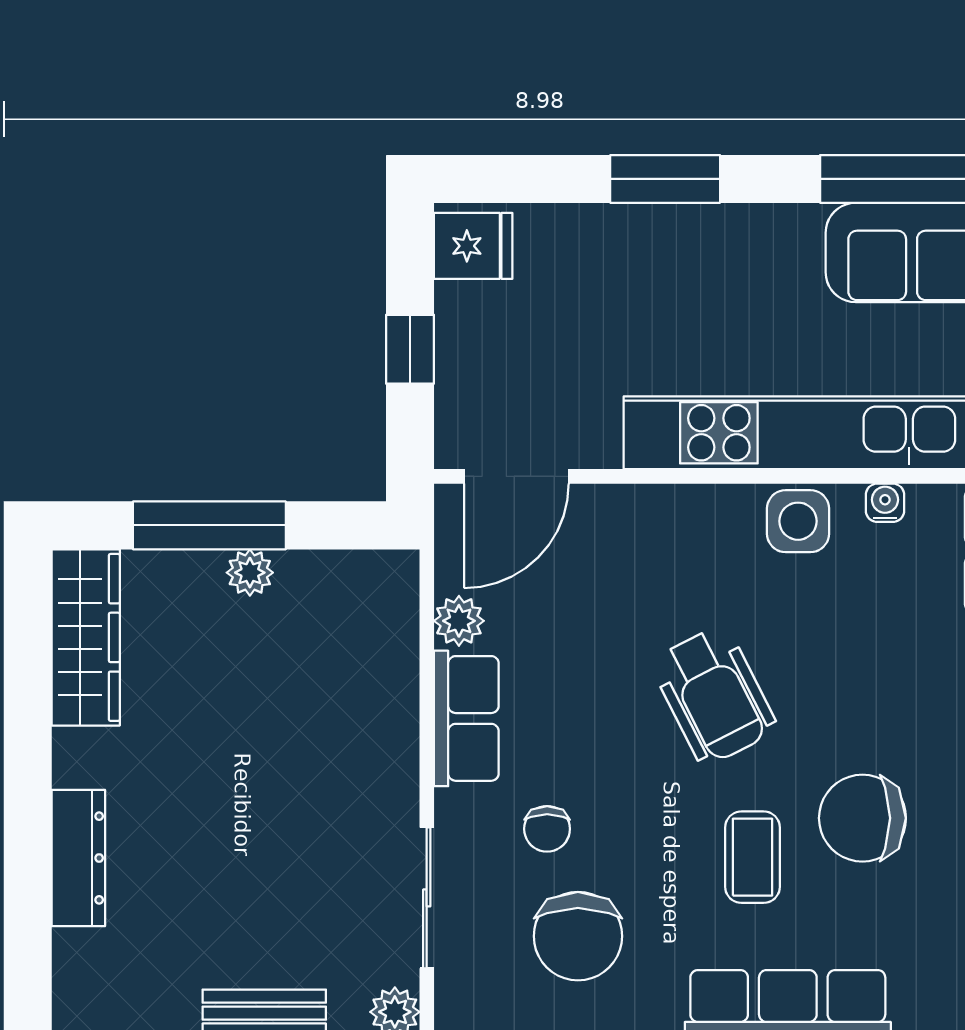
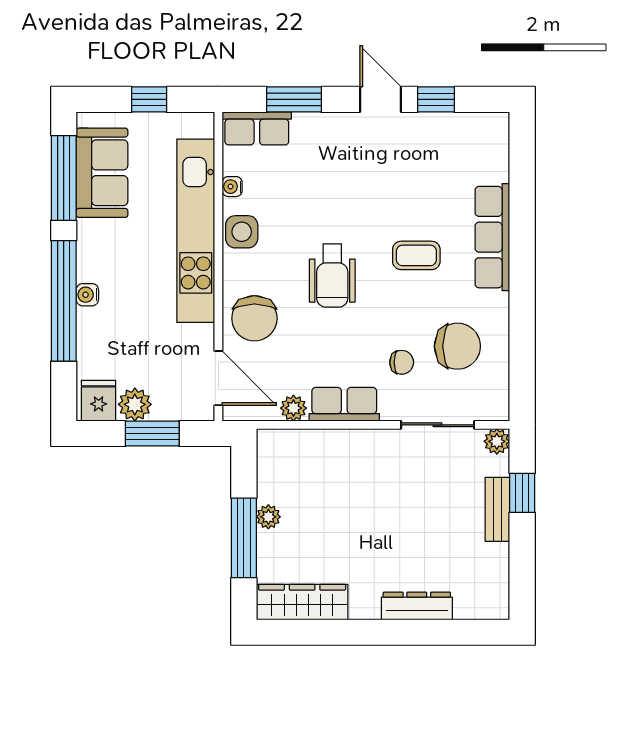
window: (665, 179) -> (64, 301), width x2.11
water cooler: (677, 224) -> (87, 295), added
plant: (466, 316) -> (135, 404), added
window: (410, 349) -> (152, 434), width x1.50
wheelchair: (714, 695) -> (332, 276), turned 117
chair: (862, 818) -> (254, 318), moved

